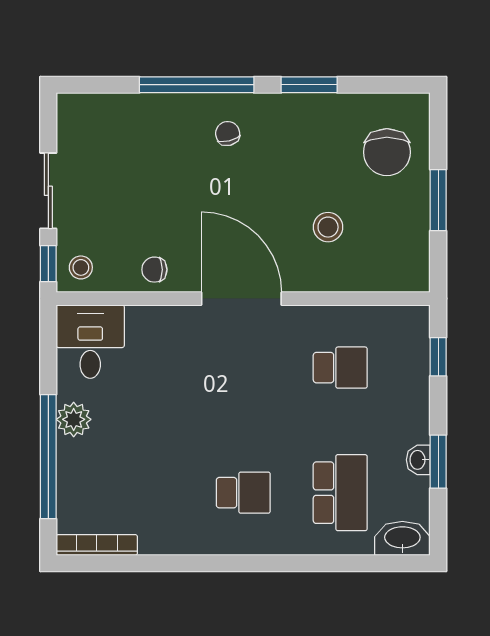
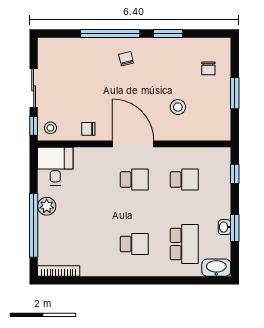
chair: (387, 152) -> (208, 68), width x0.54, depth x0.54
school desk: (243, 368) -> (134, 179), added

